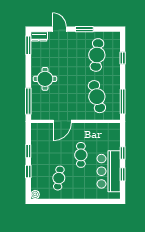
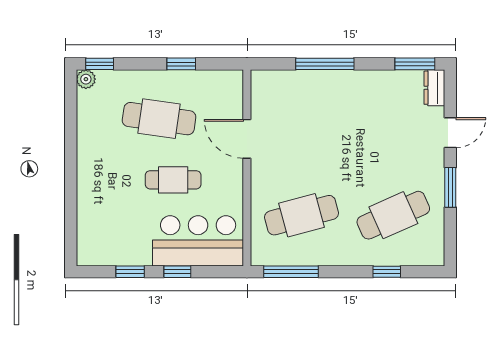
cafe table: (97, 55) -> (393, 215), turned -30
round table: (45, 79) -> (341, 101), removed
window: (28, 101) -> (325, 64), moved
bar counter: (109, 171) -> (198, 241), moved
window: (28, 172) -> (100, 64), moved
cafe table: (59, 178) -> (159, 119), moved, width x1.37, depth x1.35

